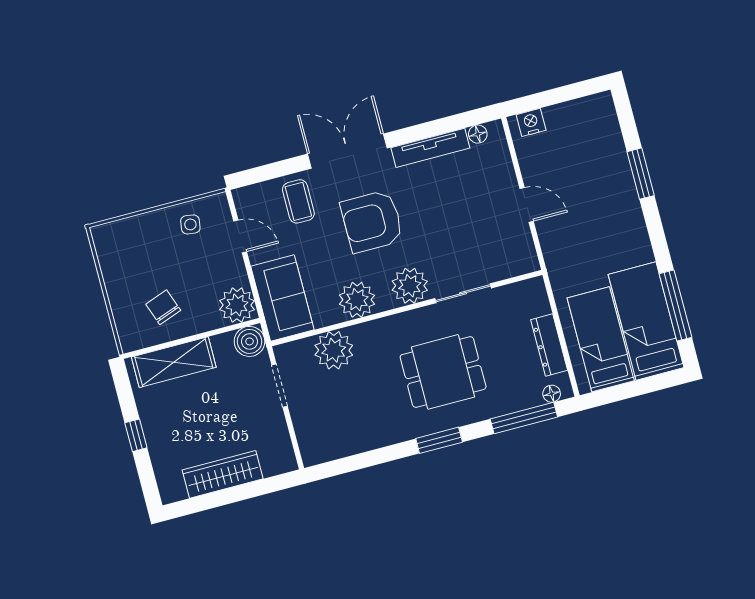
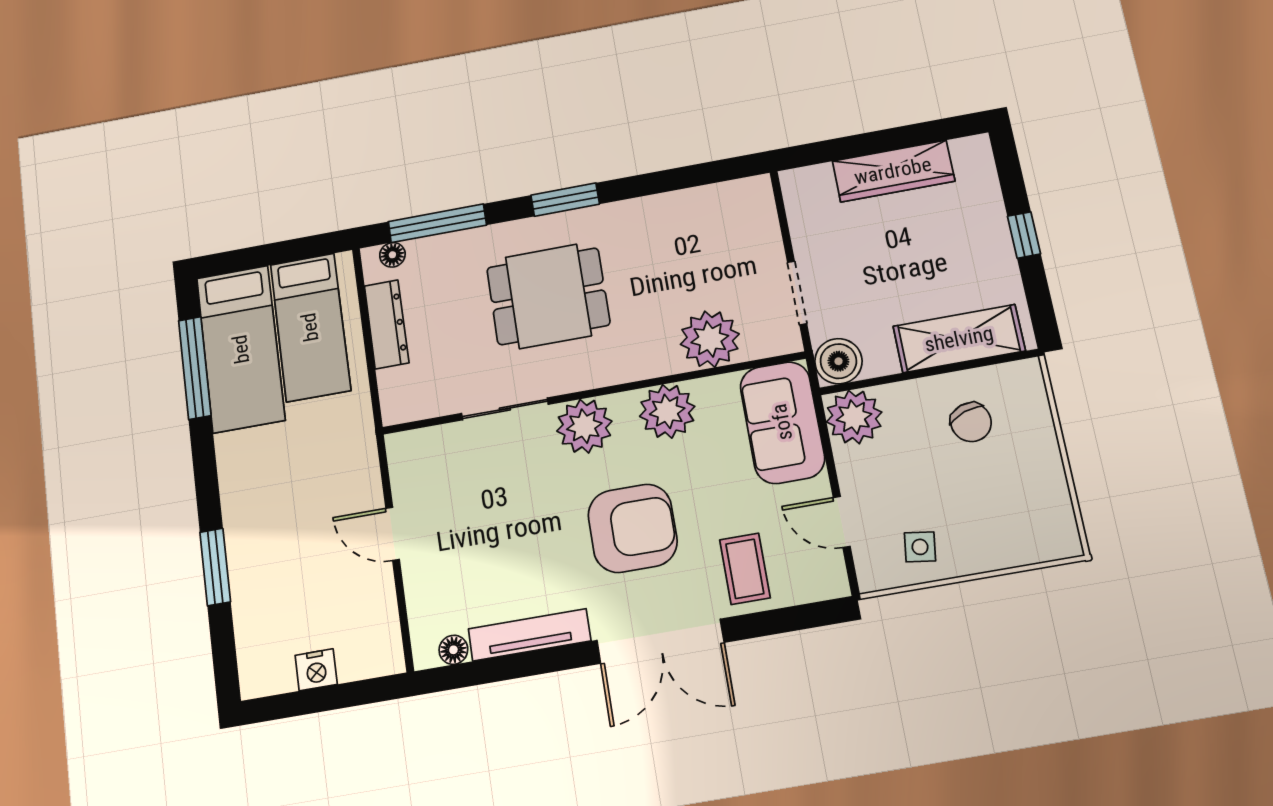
nightstand: (531, 122) -> (316, 670), moved

